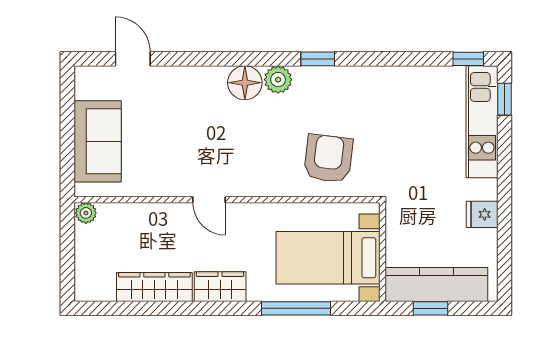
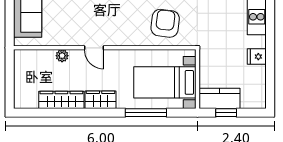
plant: (86, 213) -> (62, 56), moved
kitchen counter: (436, 285) -> (219, 98), width x0.67

